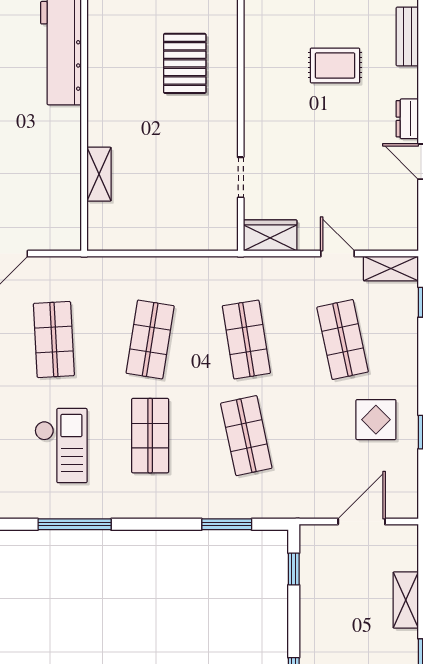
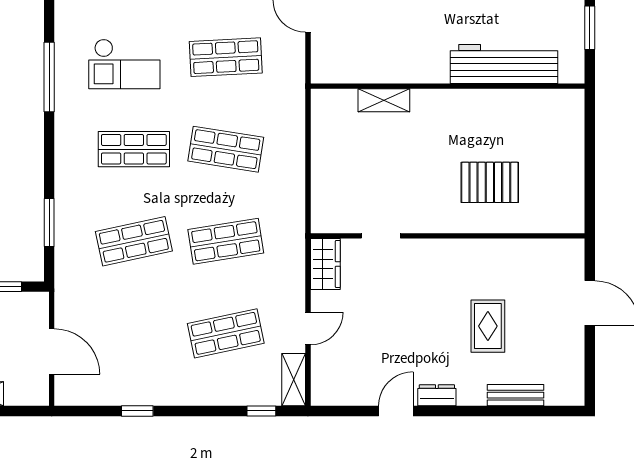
display table: (376, 420) -> (149, 365), removed

